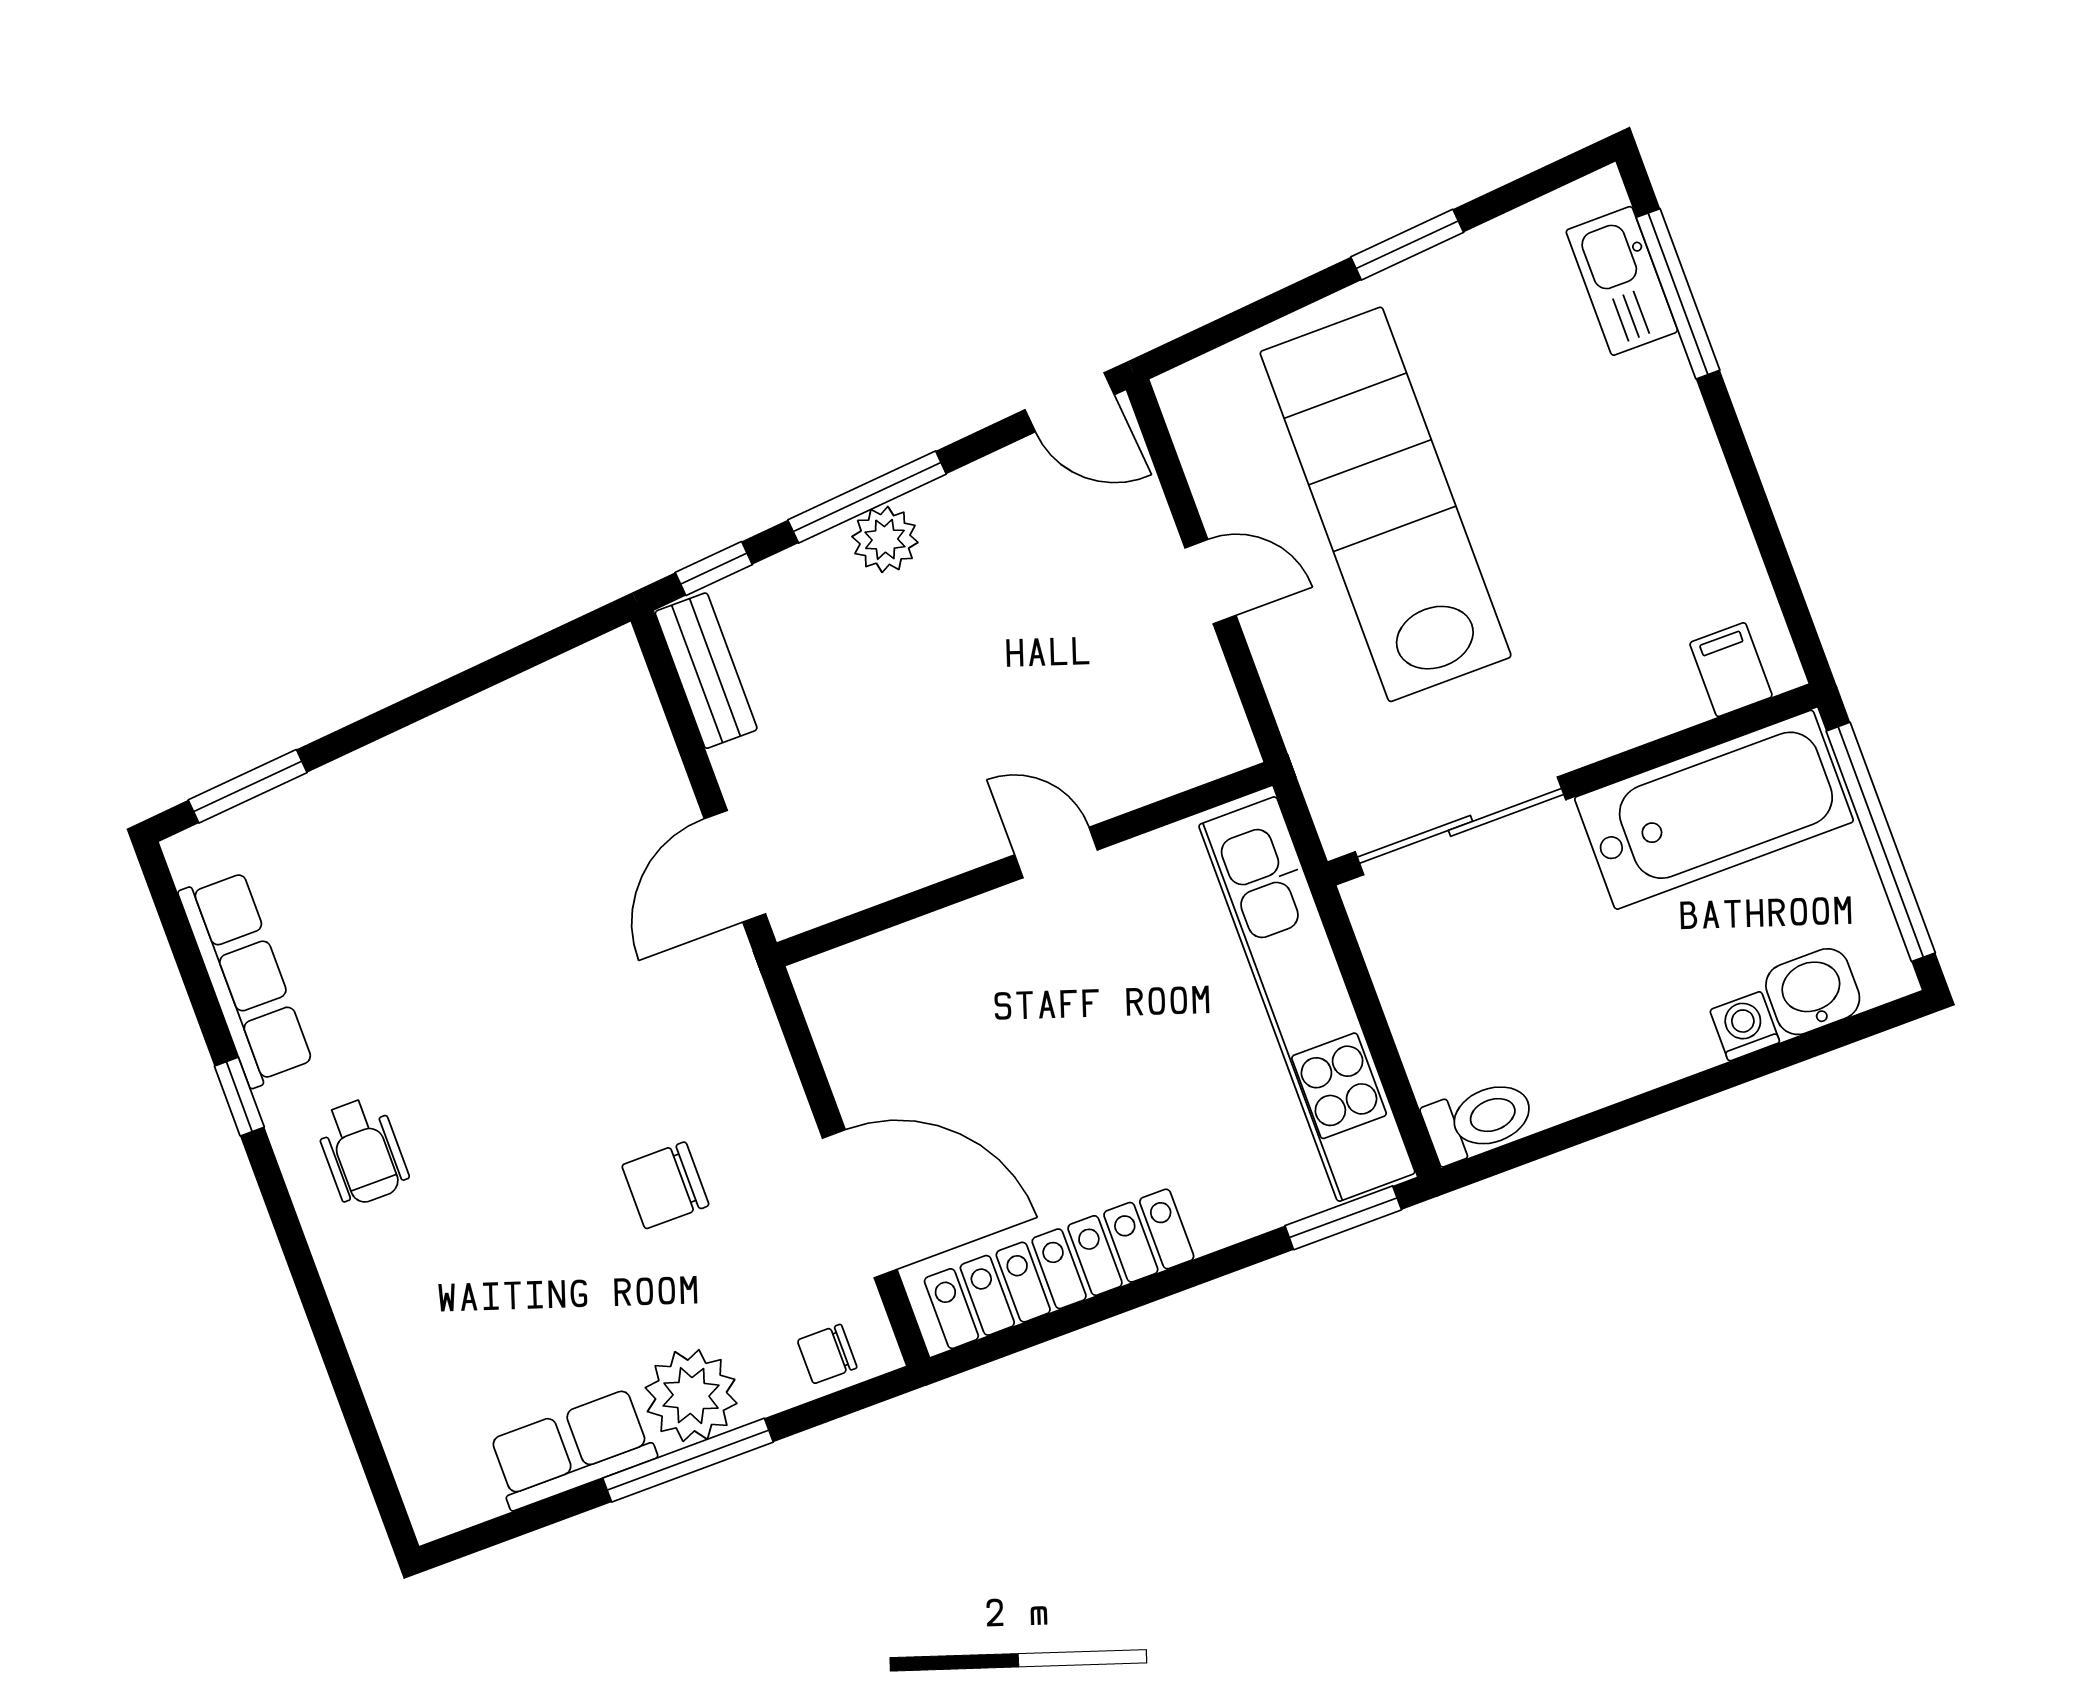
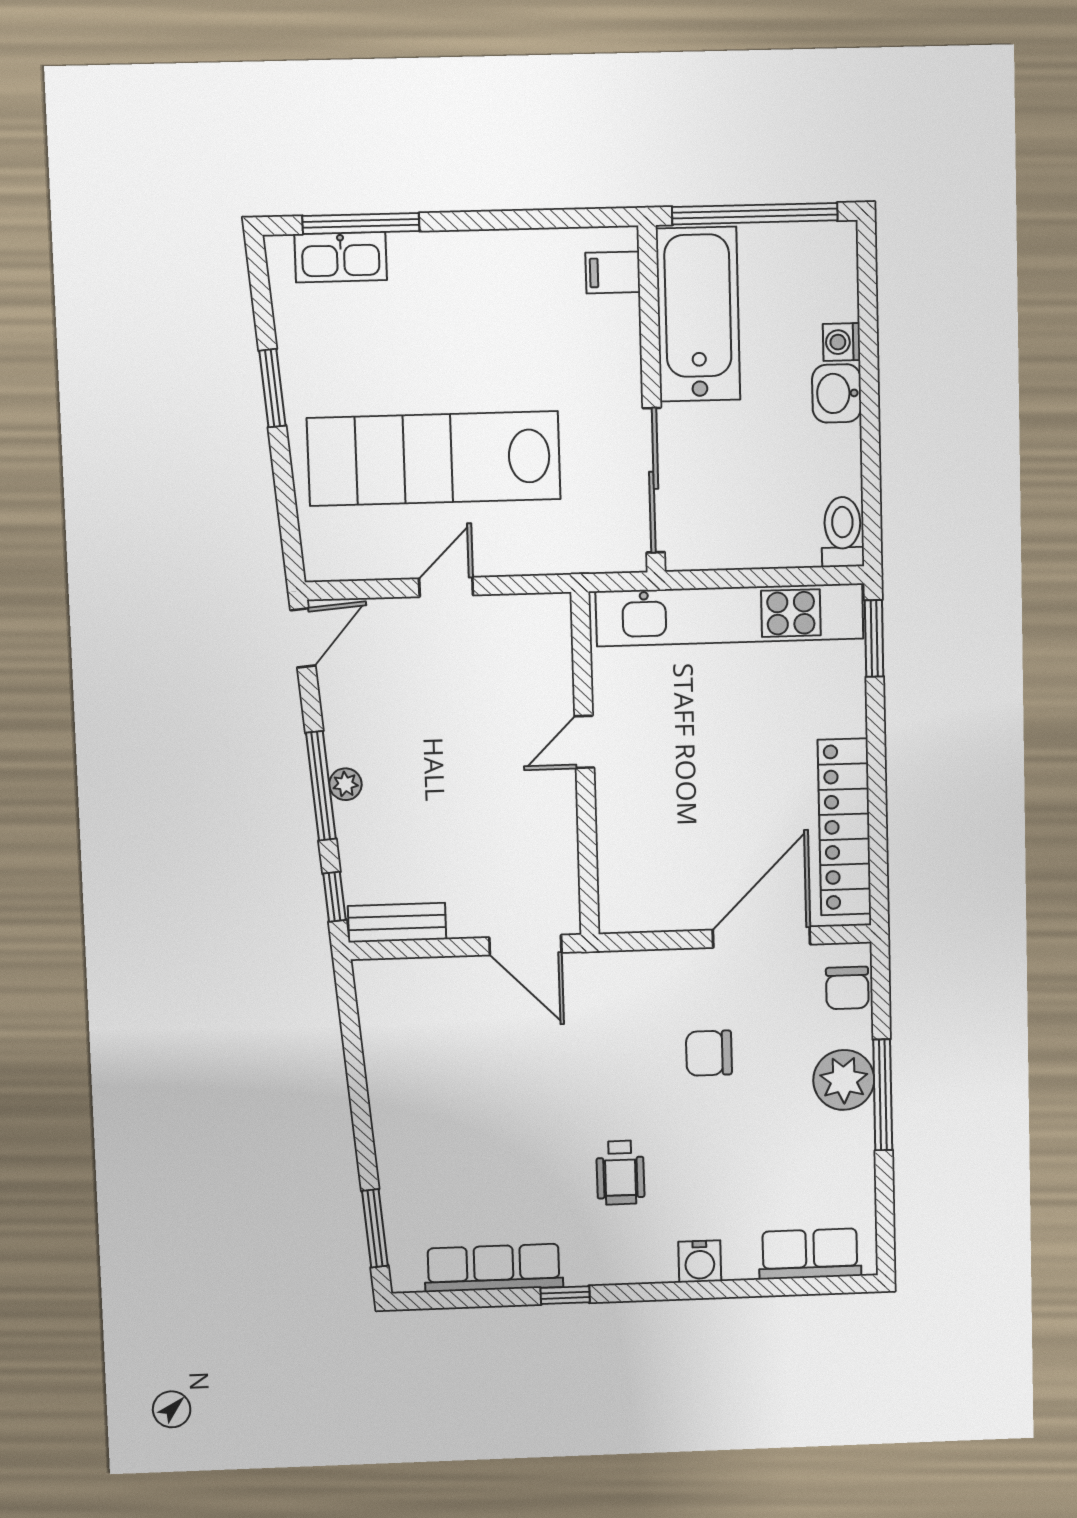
plant: (885, 539) -> (345, 784), width x0.73, depth x0.73
washbasin: (1813, 992) -> (837, 393), moved
wheelchair: (362, 1151) -> (620, 1173), moved, turned 90
chair: (665, 1185) -> (709, 1053), turned 90
water cooler: (354, 1277) -> (700, 1261), added
chair: (827, 1354) -> (847, 988), width x1.37, depth x1.37
row of seats: (572, 1449) -> (810, 1254), moved, turned 90

